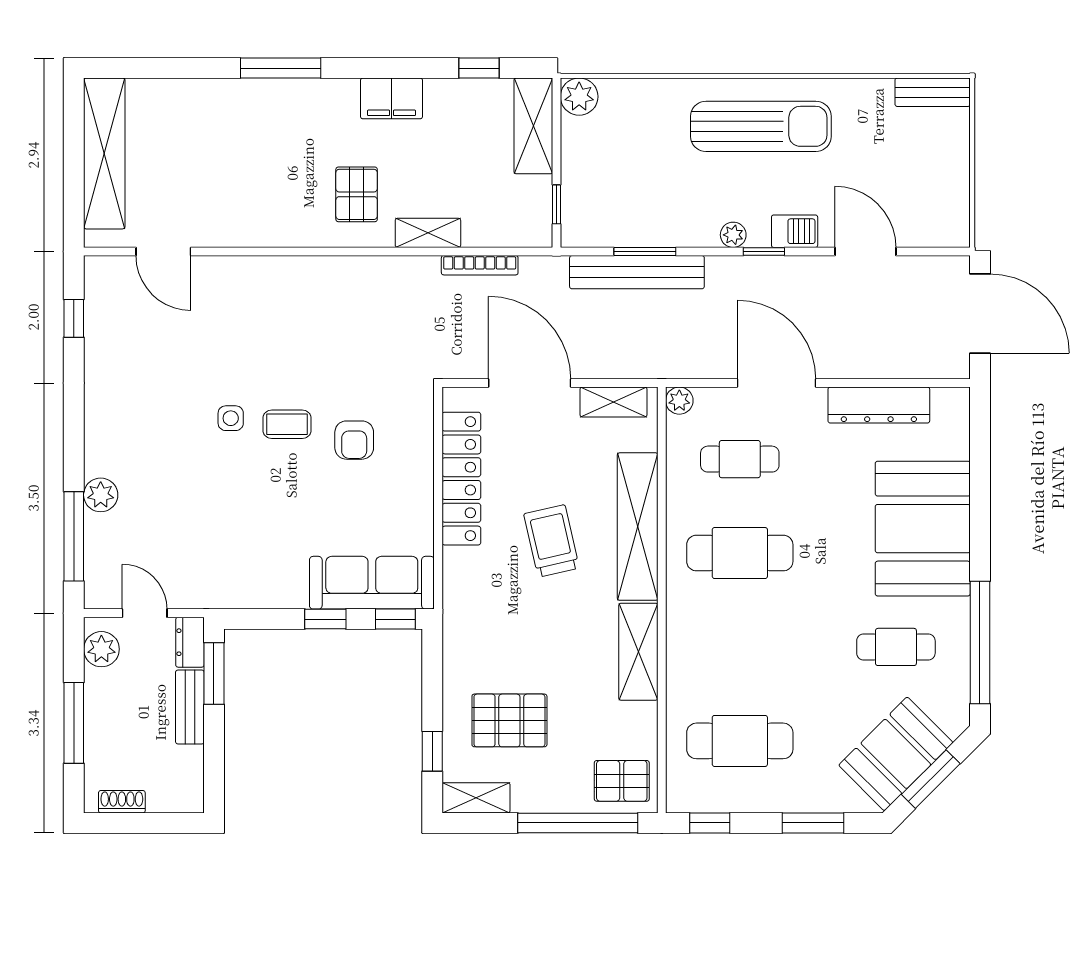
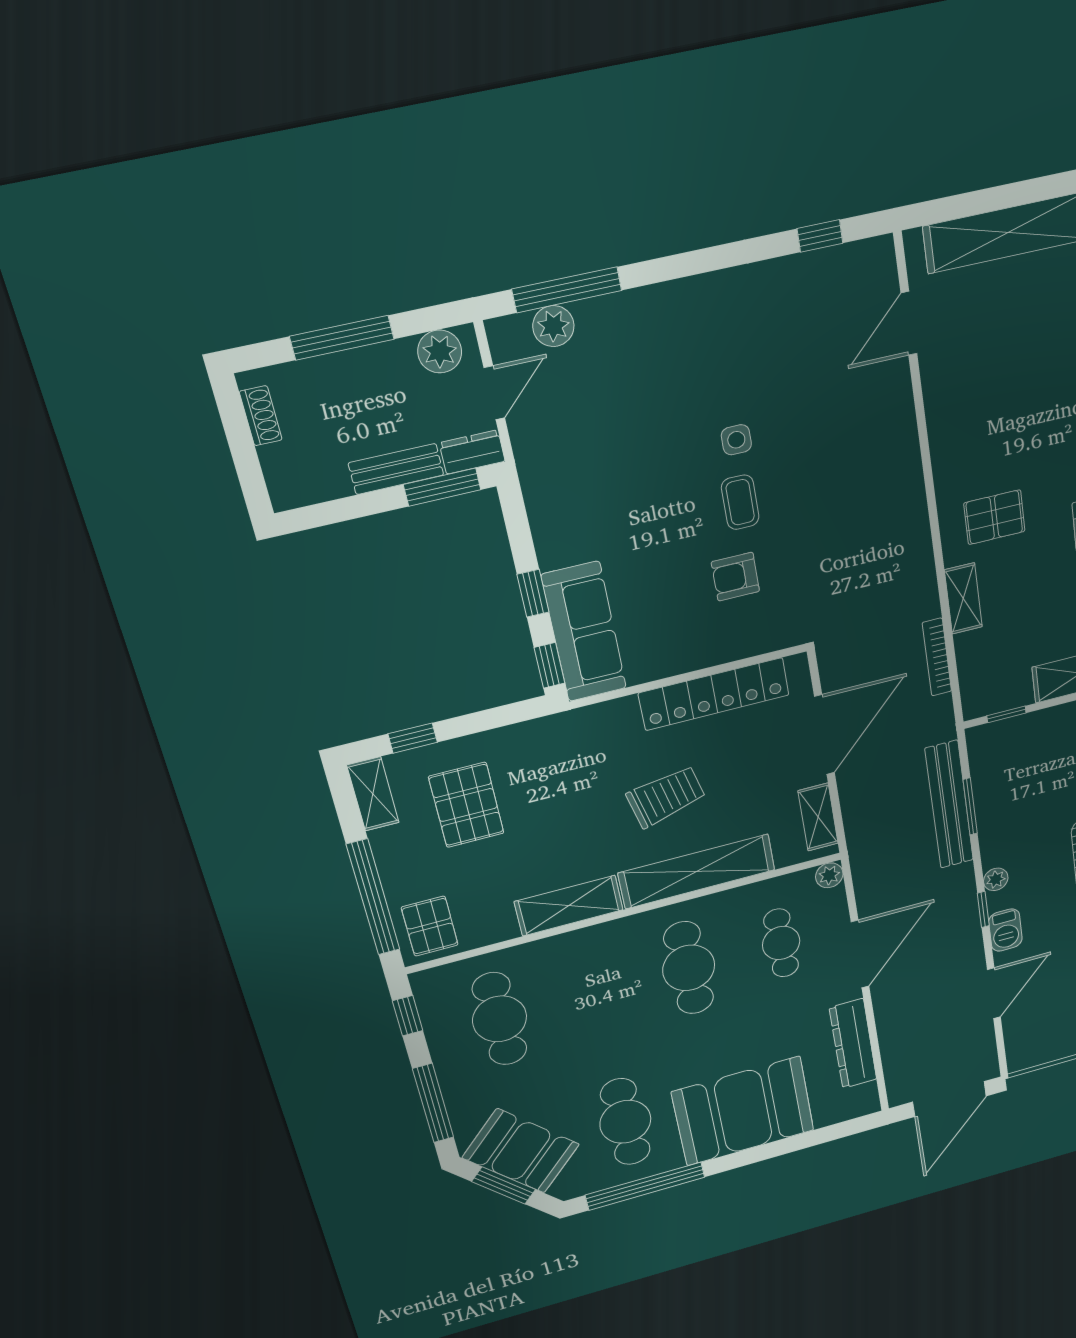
plant: (101, 495) -> (553, 326), moved
cafe table: (896, 647) -> (625, 1122), width x1.37, depth x1.35
window: (813, 823) -> (433, 1103), width x1.44

